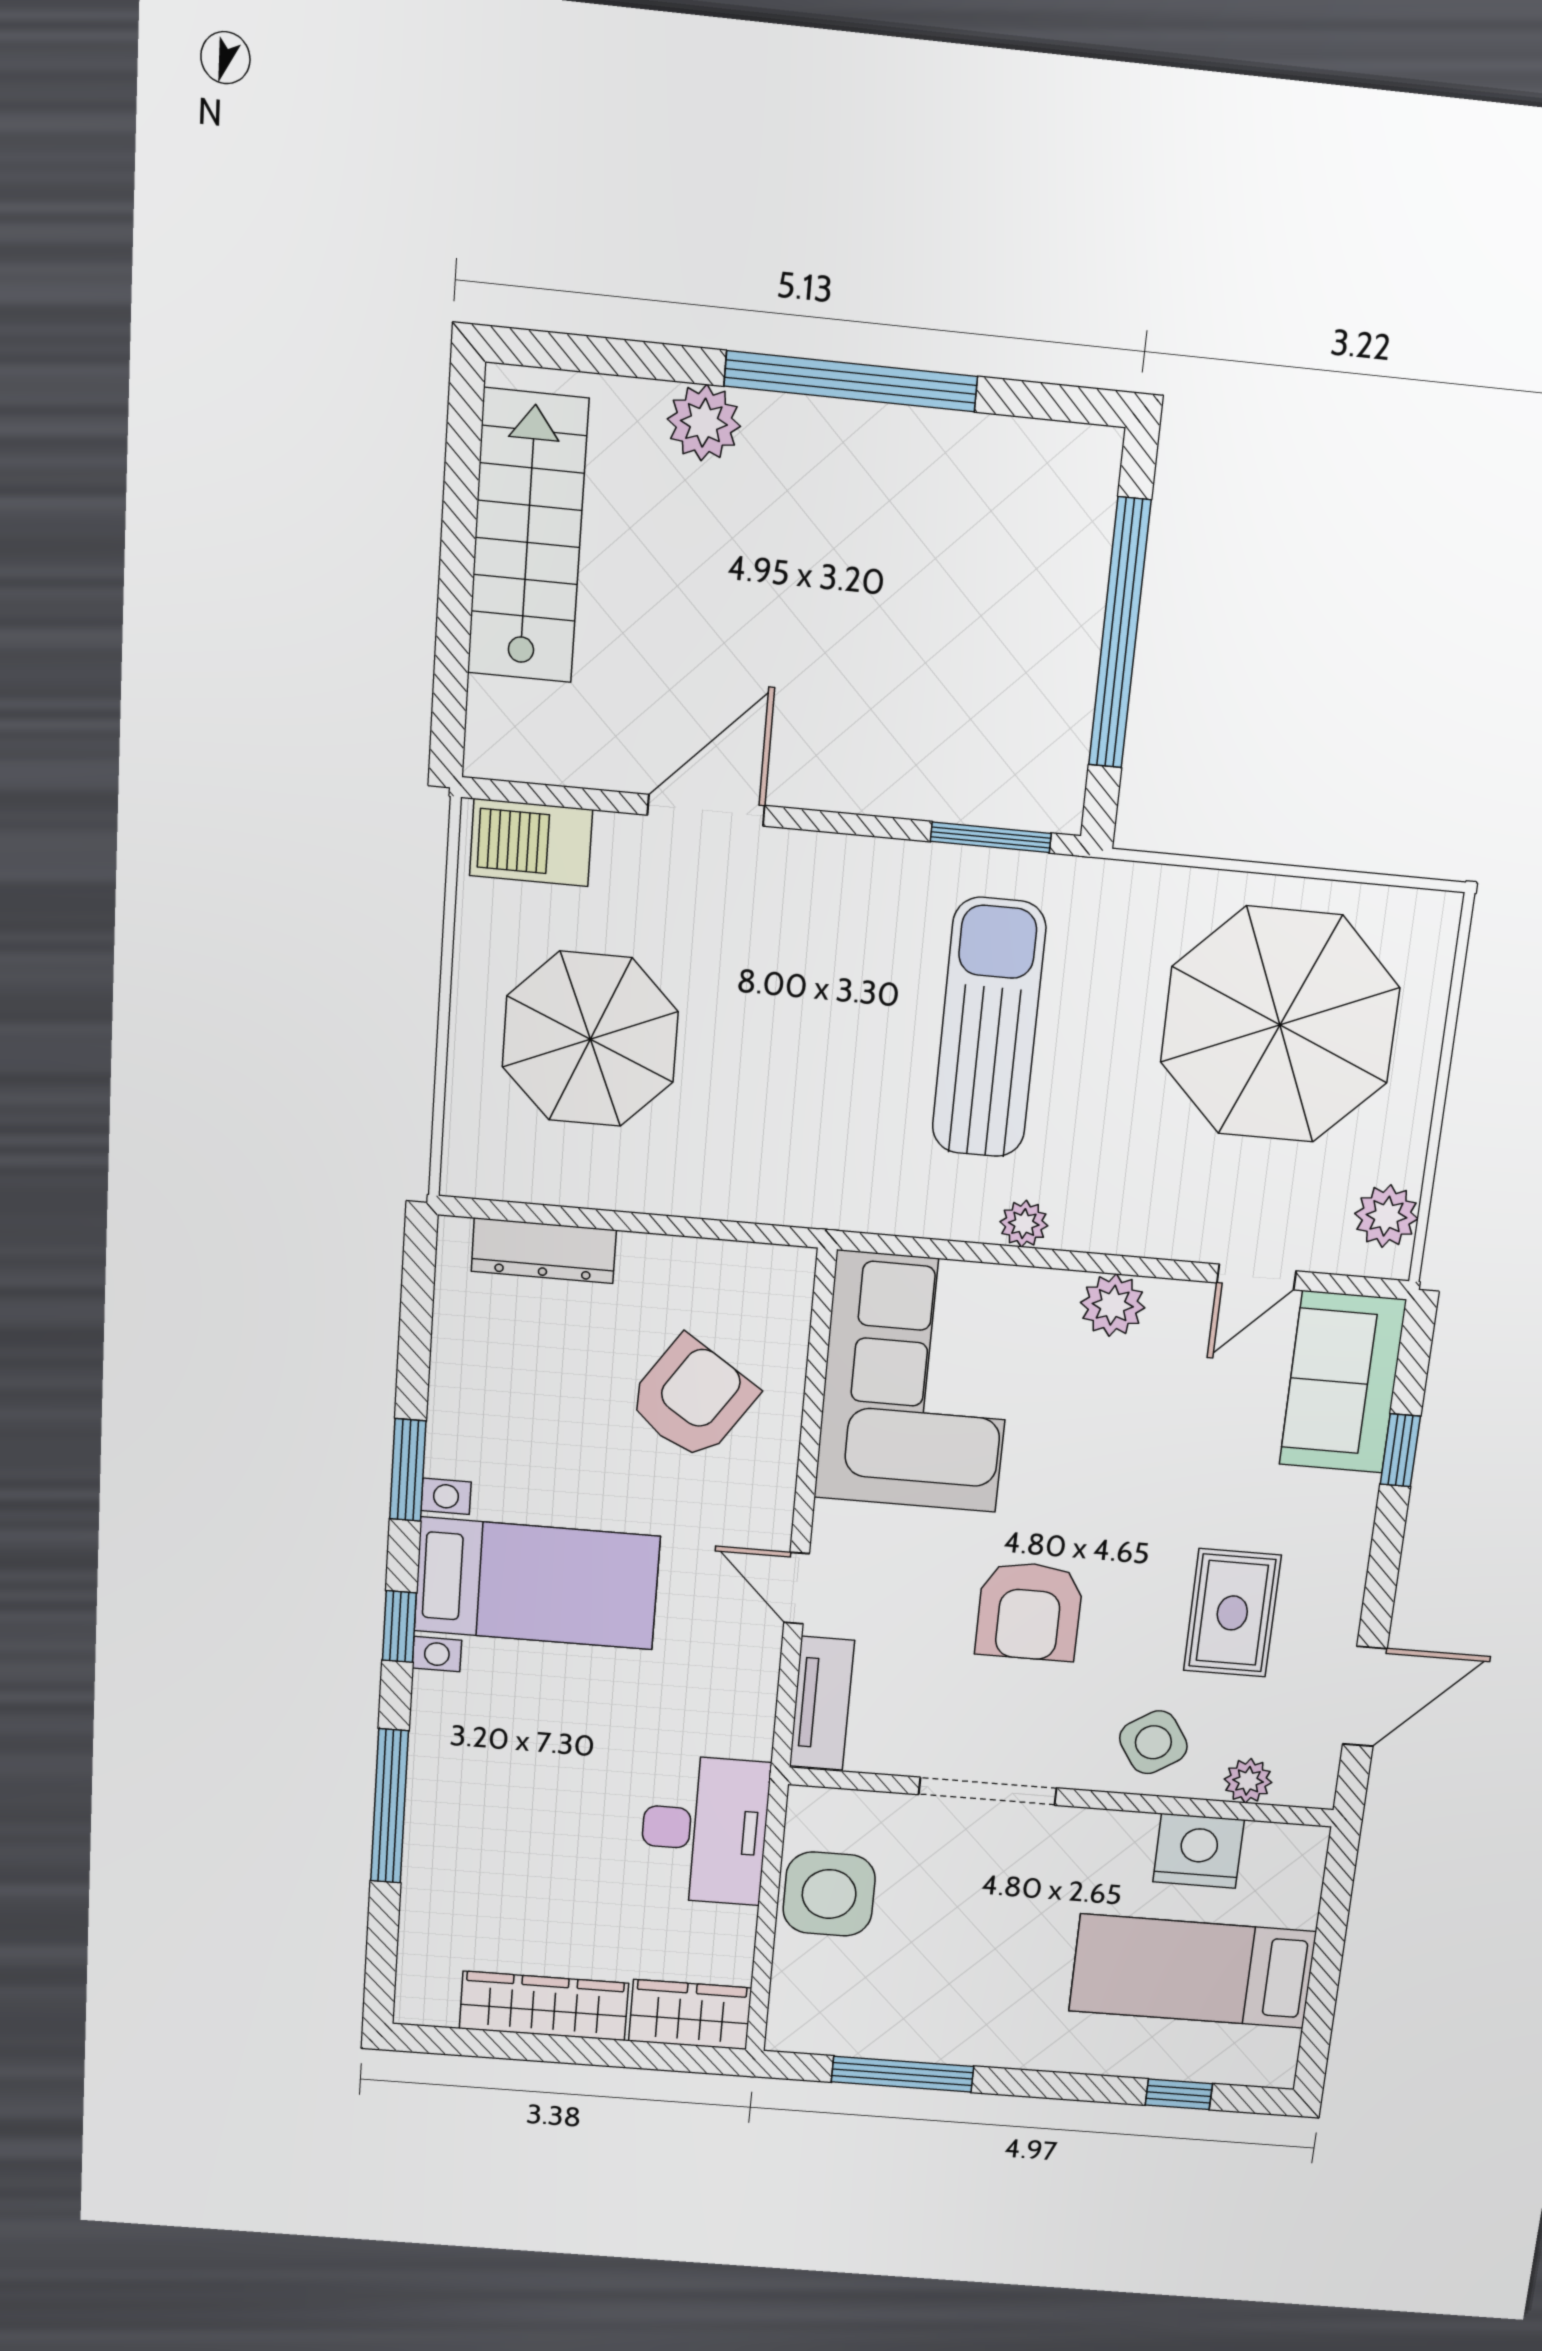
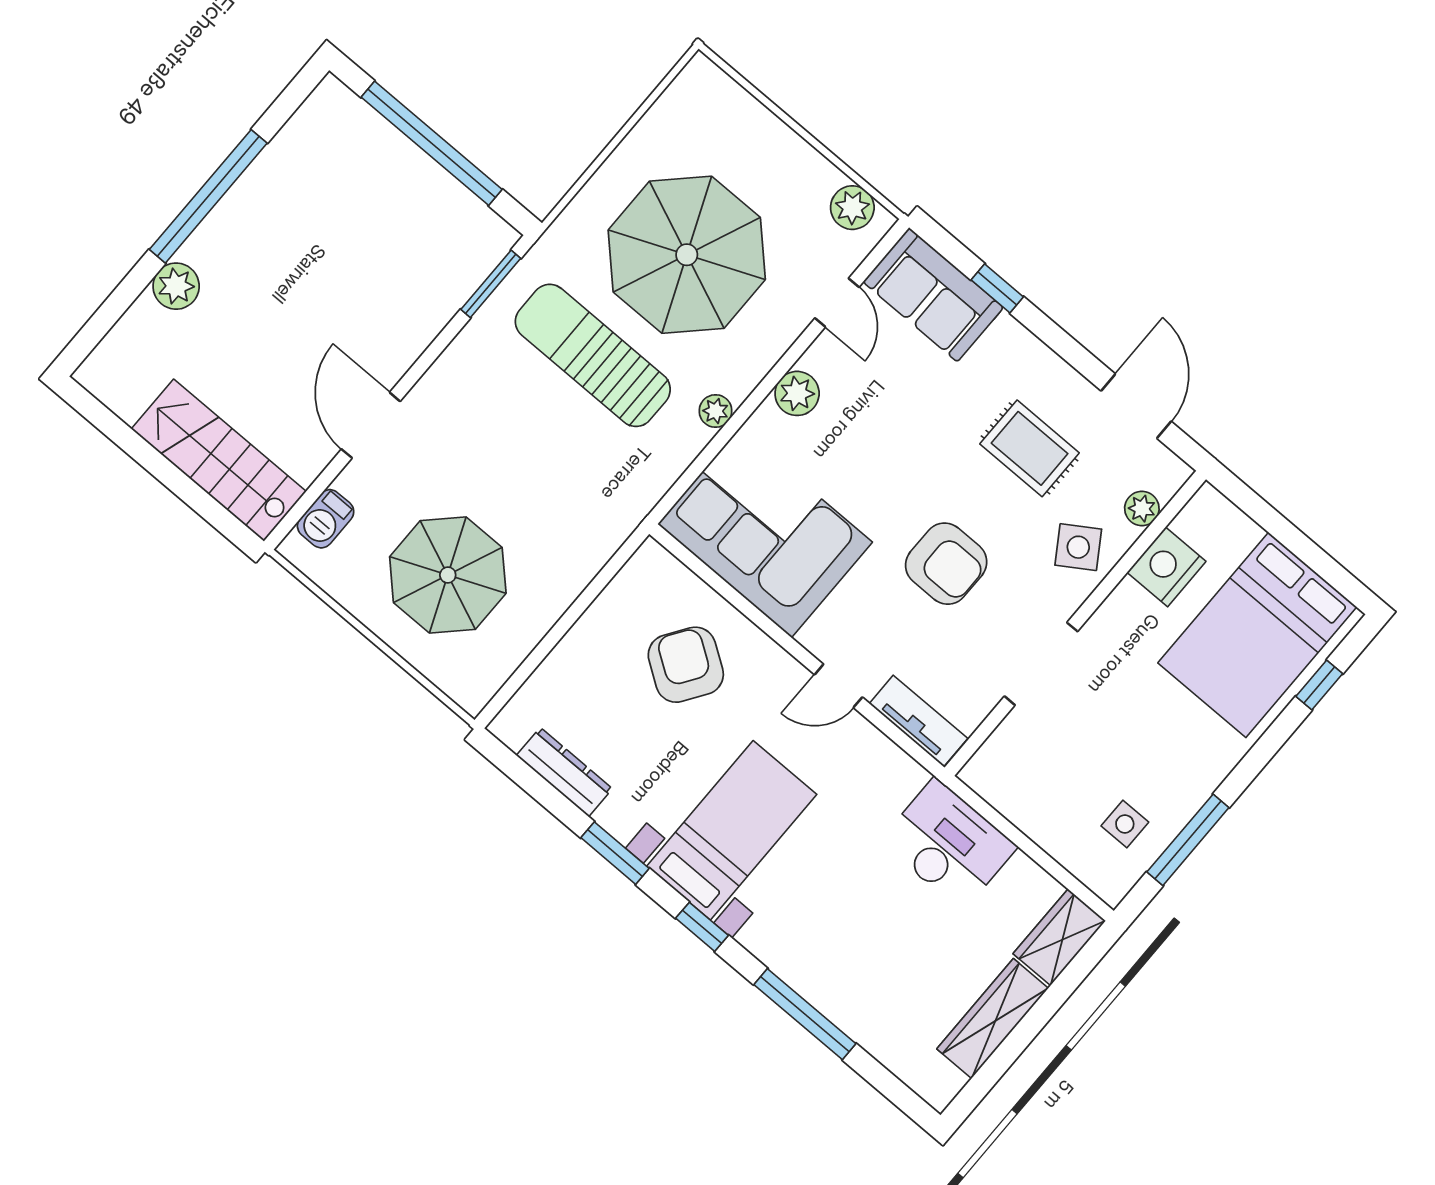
stairs: (528, 537) -> (219, 460), moved
barbecue: (531, 843) -> (326, 519), width x0.73, depth x0.79
parasol: (1280, 1025) -> (687, 255), moved
dresser: (544, 1251) -> (564, 772), moved, turned -90
side table: (829, 1894) -> (1125, 824), moved, width x0.54, depth x0.54
bed: (1192, 1971) -> (1257, 635), width x1.50

